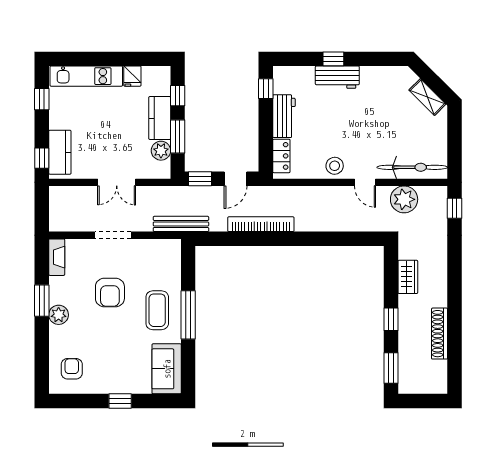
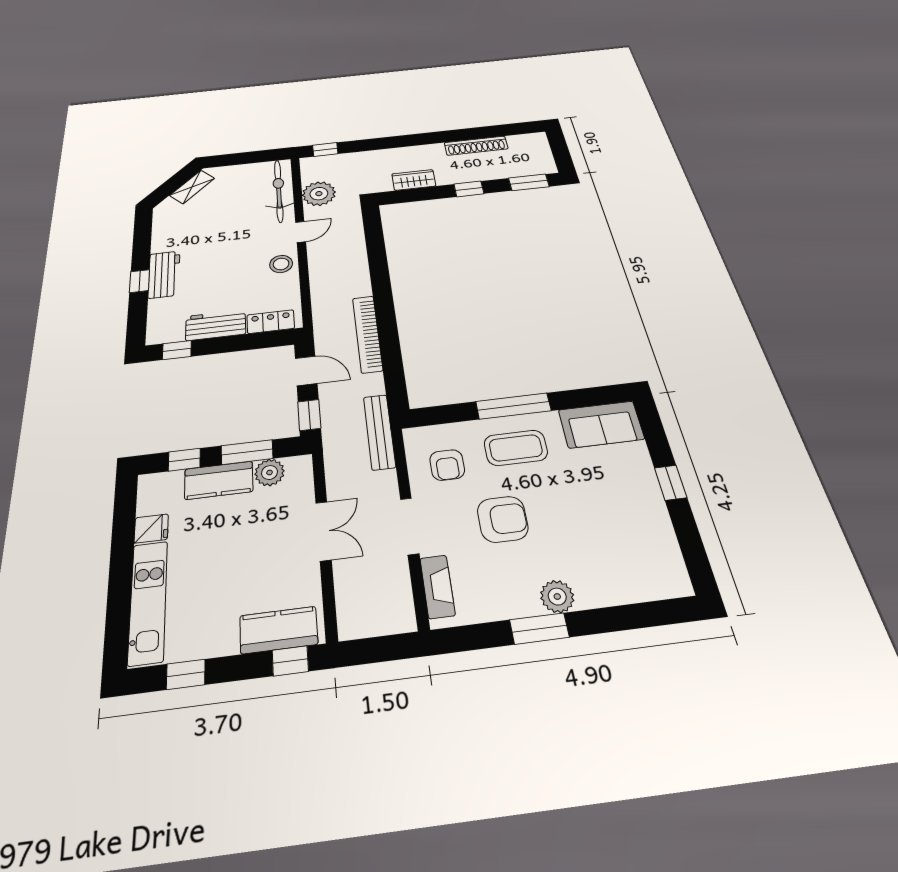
fireplace: (57, 257) -> (437, 587), moved, turned 90
armchair: (72, 369) -> (447, 465), moved, turned -90

